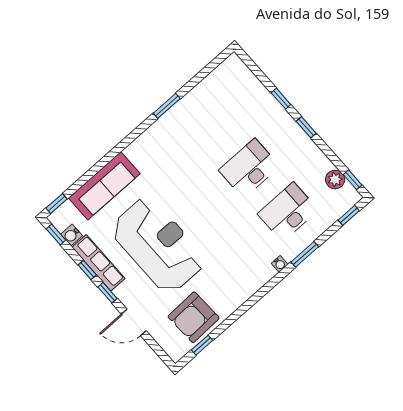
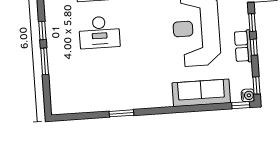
window: (281, 99) -> (45, 61), width x1.50
water cooler: (71, 235) -> (248, 95), moved
row of seats: (98, 263) -> (243, 46), width x0.68

